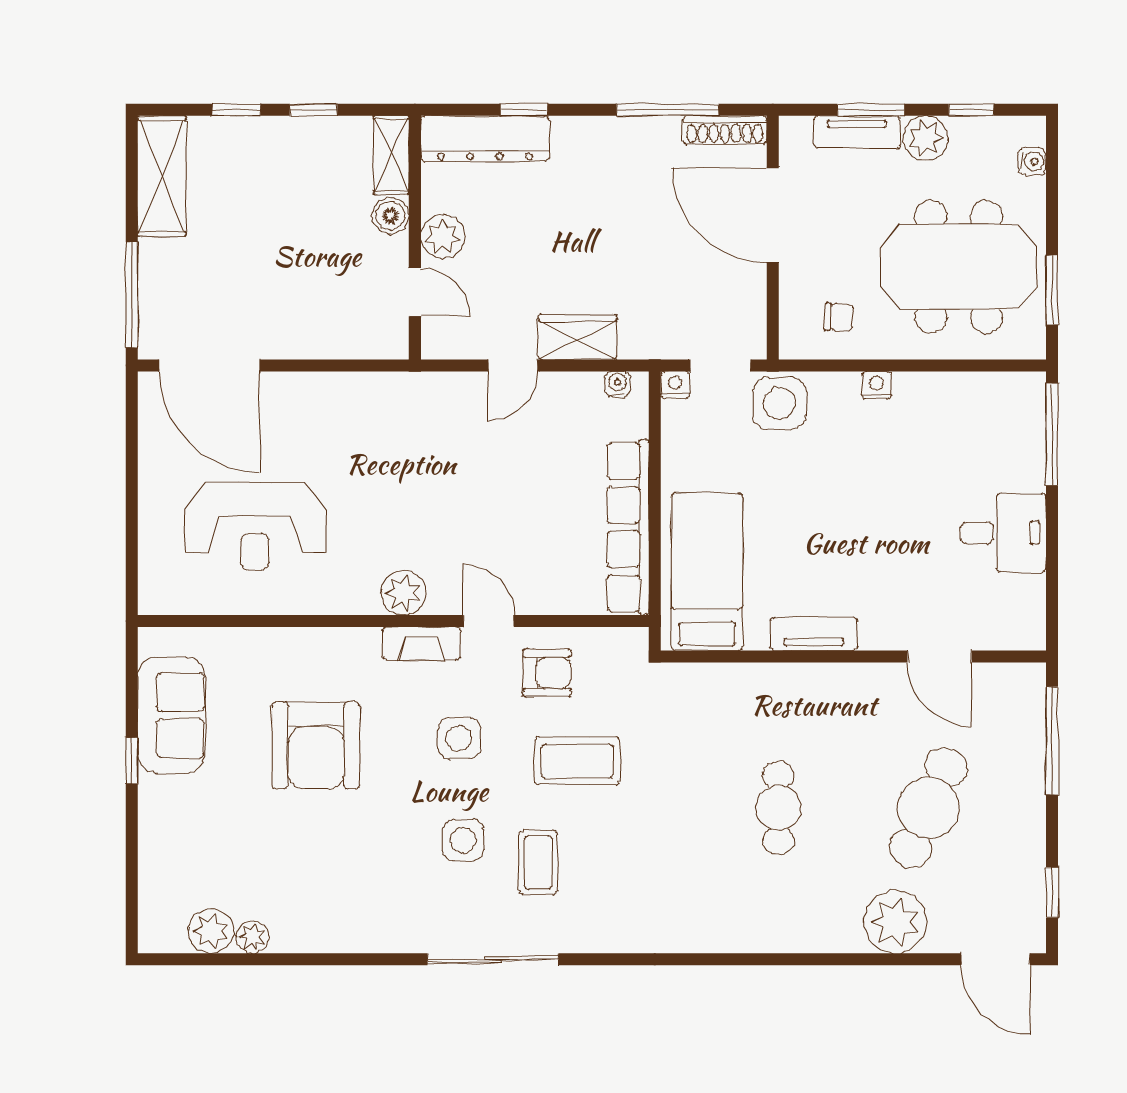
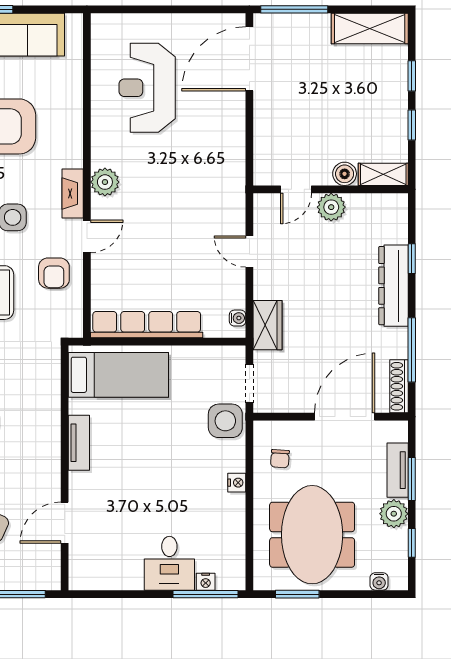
dresser: (485, 139) -> (393, 286), moved
wardrobe: (578, 337) -> (267, 325), moved
nightstand: (675, 385) -> (206, 582), moved, turned 90
desk: (1003, 533) -> (169, 563), moved

